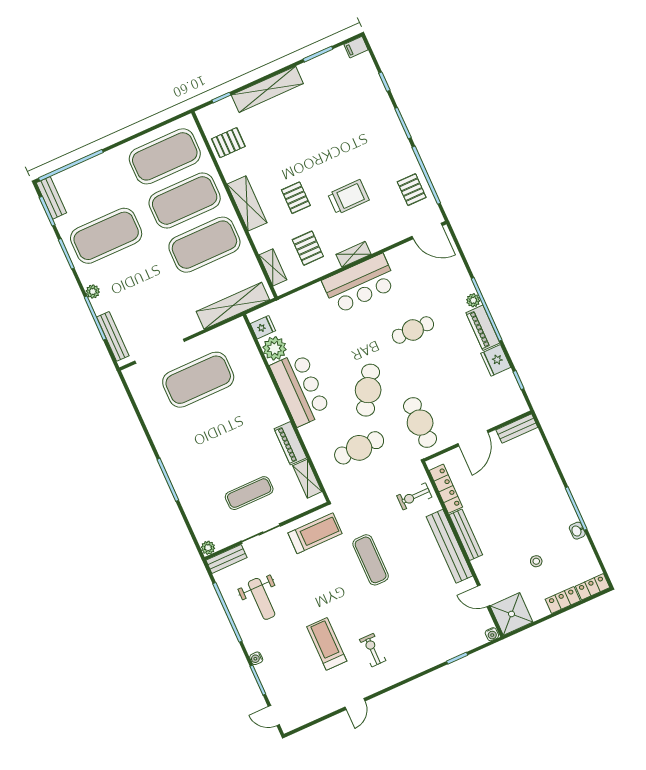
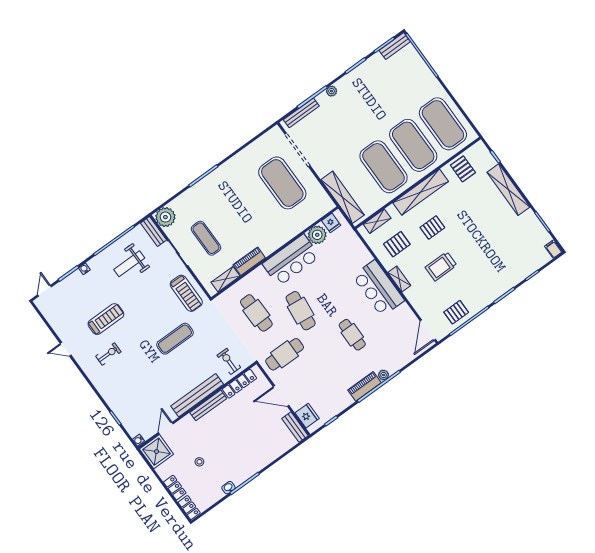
trolley: (348, 197) -> (441, 266), turned 90
shelving: (247, 203) -> (421, 192), width x1.47
exercise mat: (106, 236) -> (375, 92), removed
fridge: (496, 360) -> (307, 416), moved, turned 90
cafe table: (368, 390) -> (301, 311), turned 64
plant: (208, 548) -> (165, 217), width x1.88, depth x1.88

